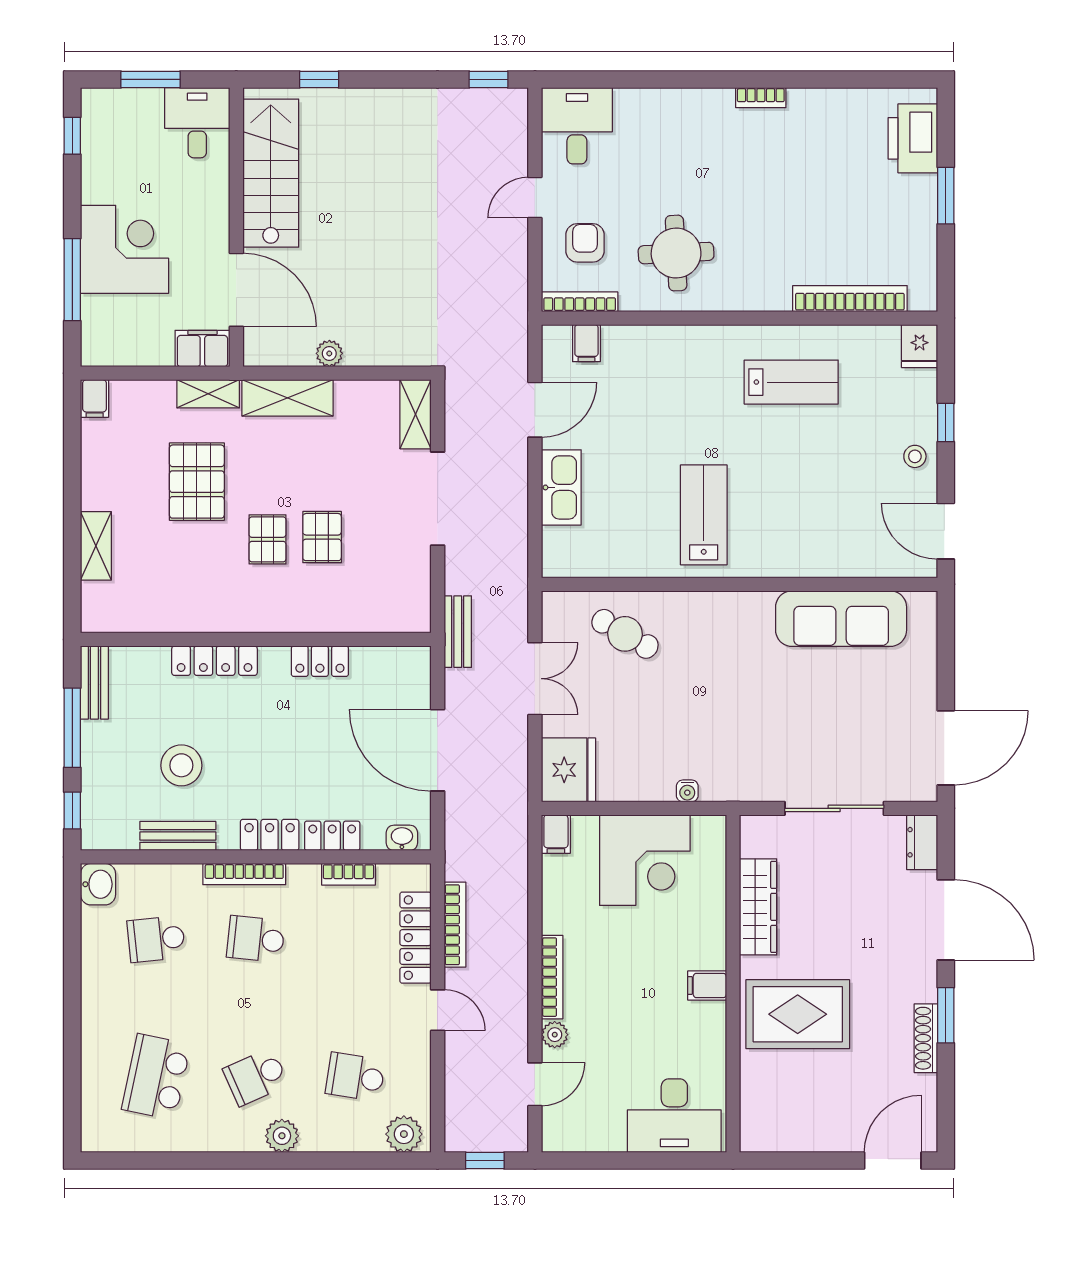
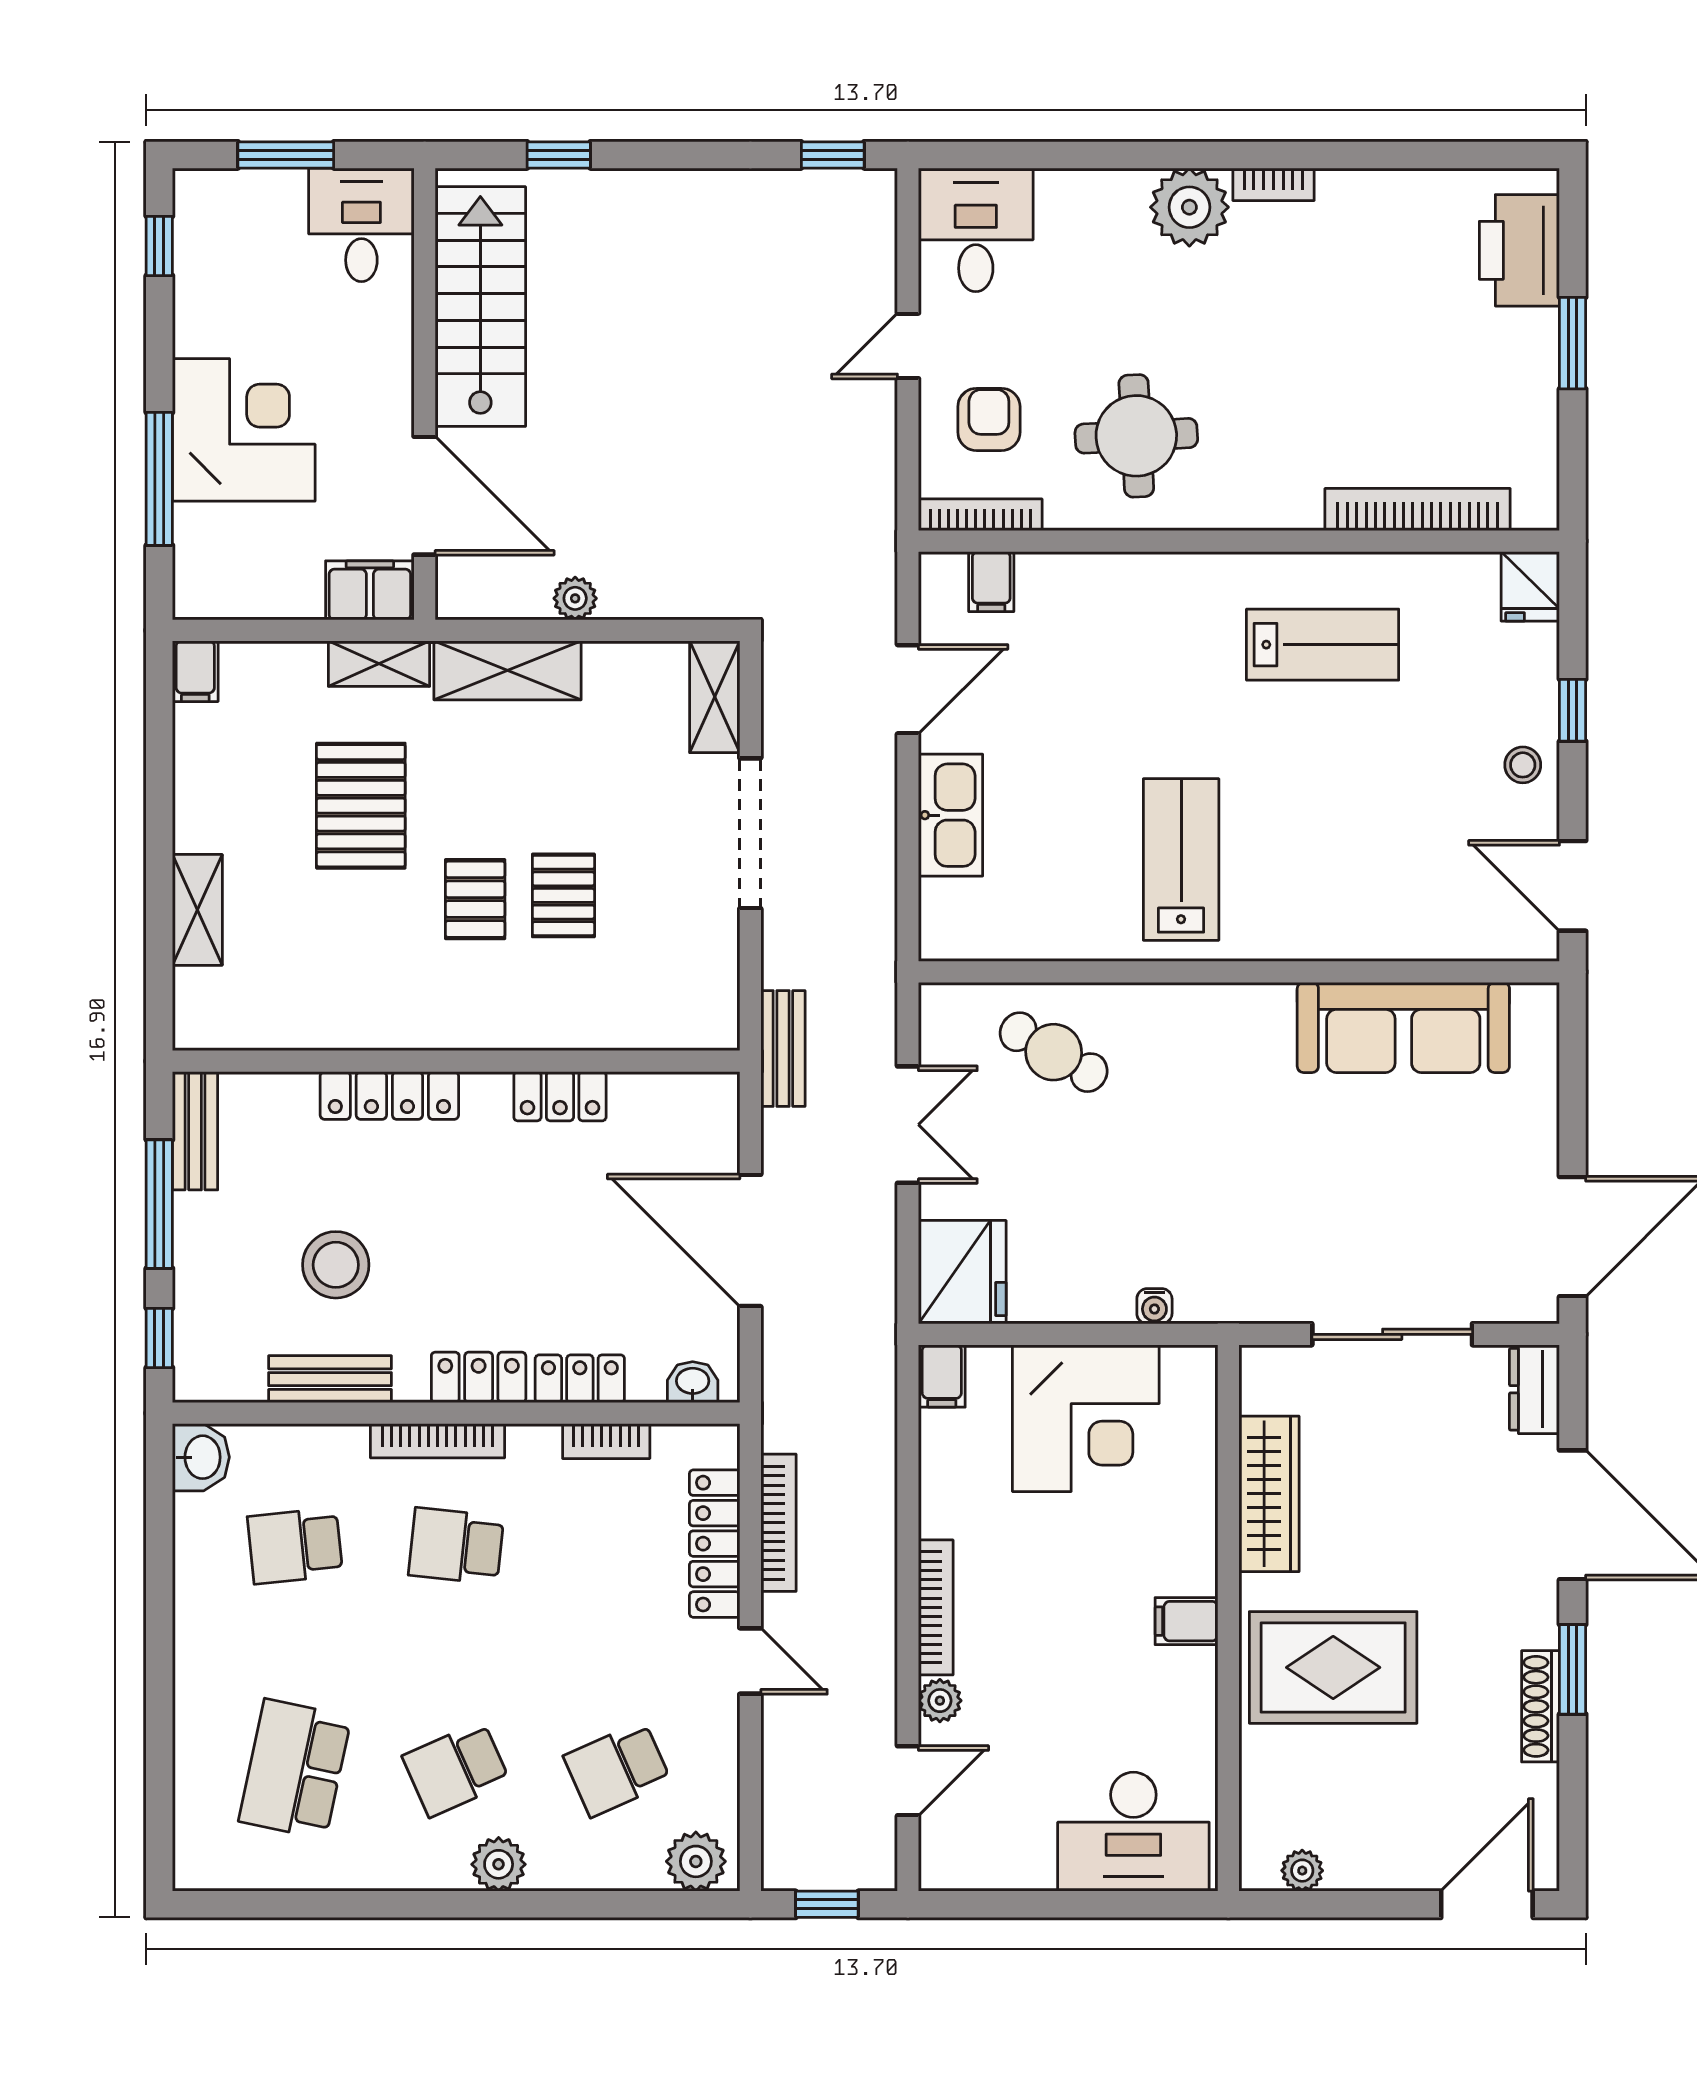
plant: (709, 112) -> (1189, 207), added
school desk: (355, 1077) -> (617, 1769), turned -33
plant: (779, 1140) -> (1302, 1871), added

